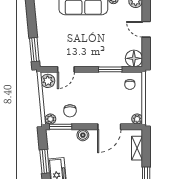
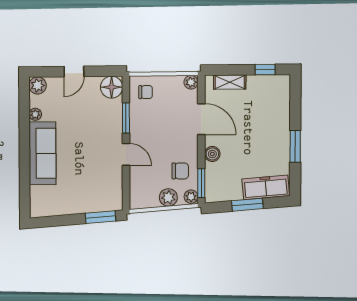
door: (66, 69) -> (126, 154), moved
plant: (48, 81) -> (168, 197), moved

